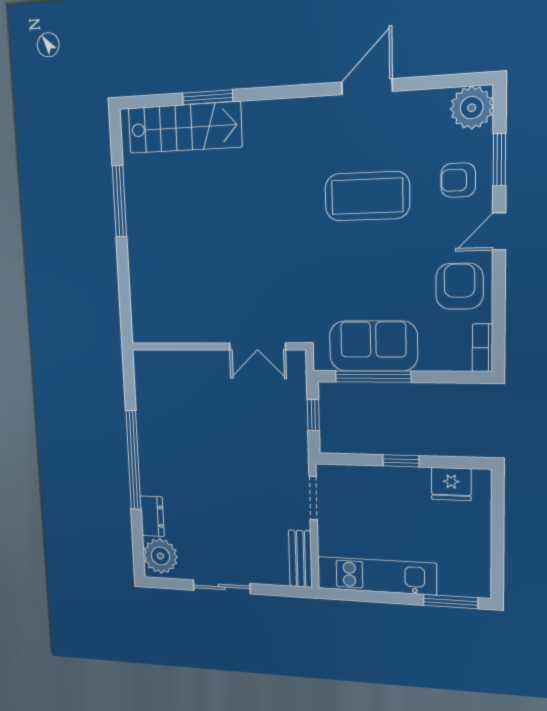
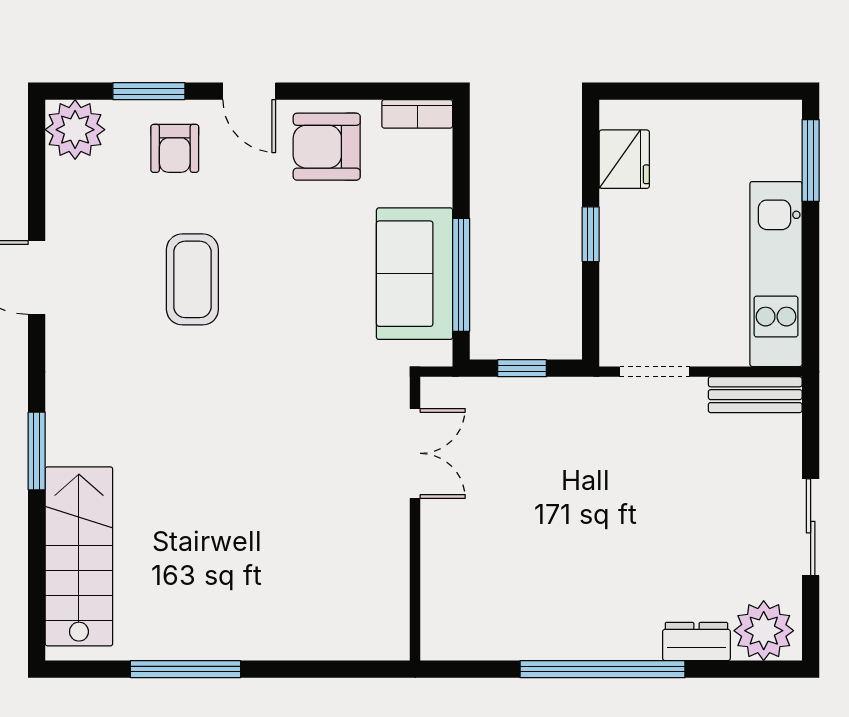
window: (208, 97) -> (37, 451), moved
coffee table: (367, 196) -> (192, 279), width x0.73, depth x0.76

